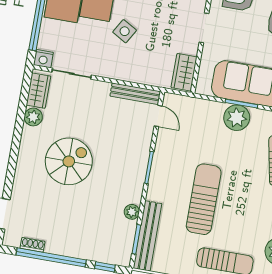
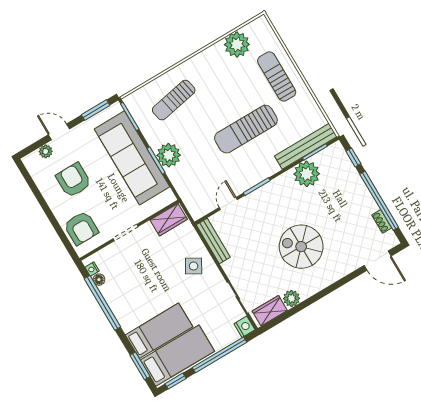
side table: (125, 31) -> (194, 266), moved
door: (158, 116) -> (228, 204), moved
plant: (132, 212) -> (307, 174), width x1.88, depth x1.88

